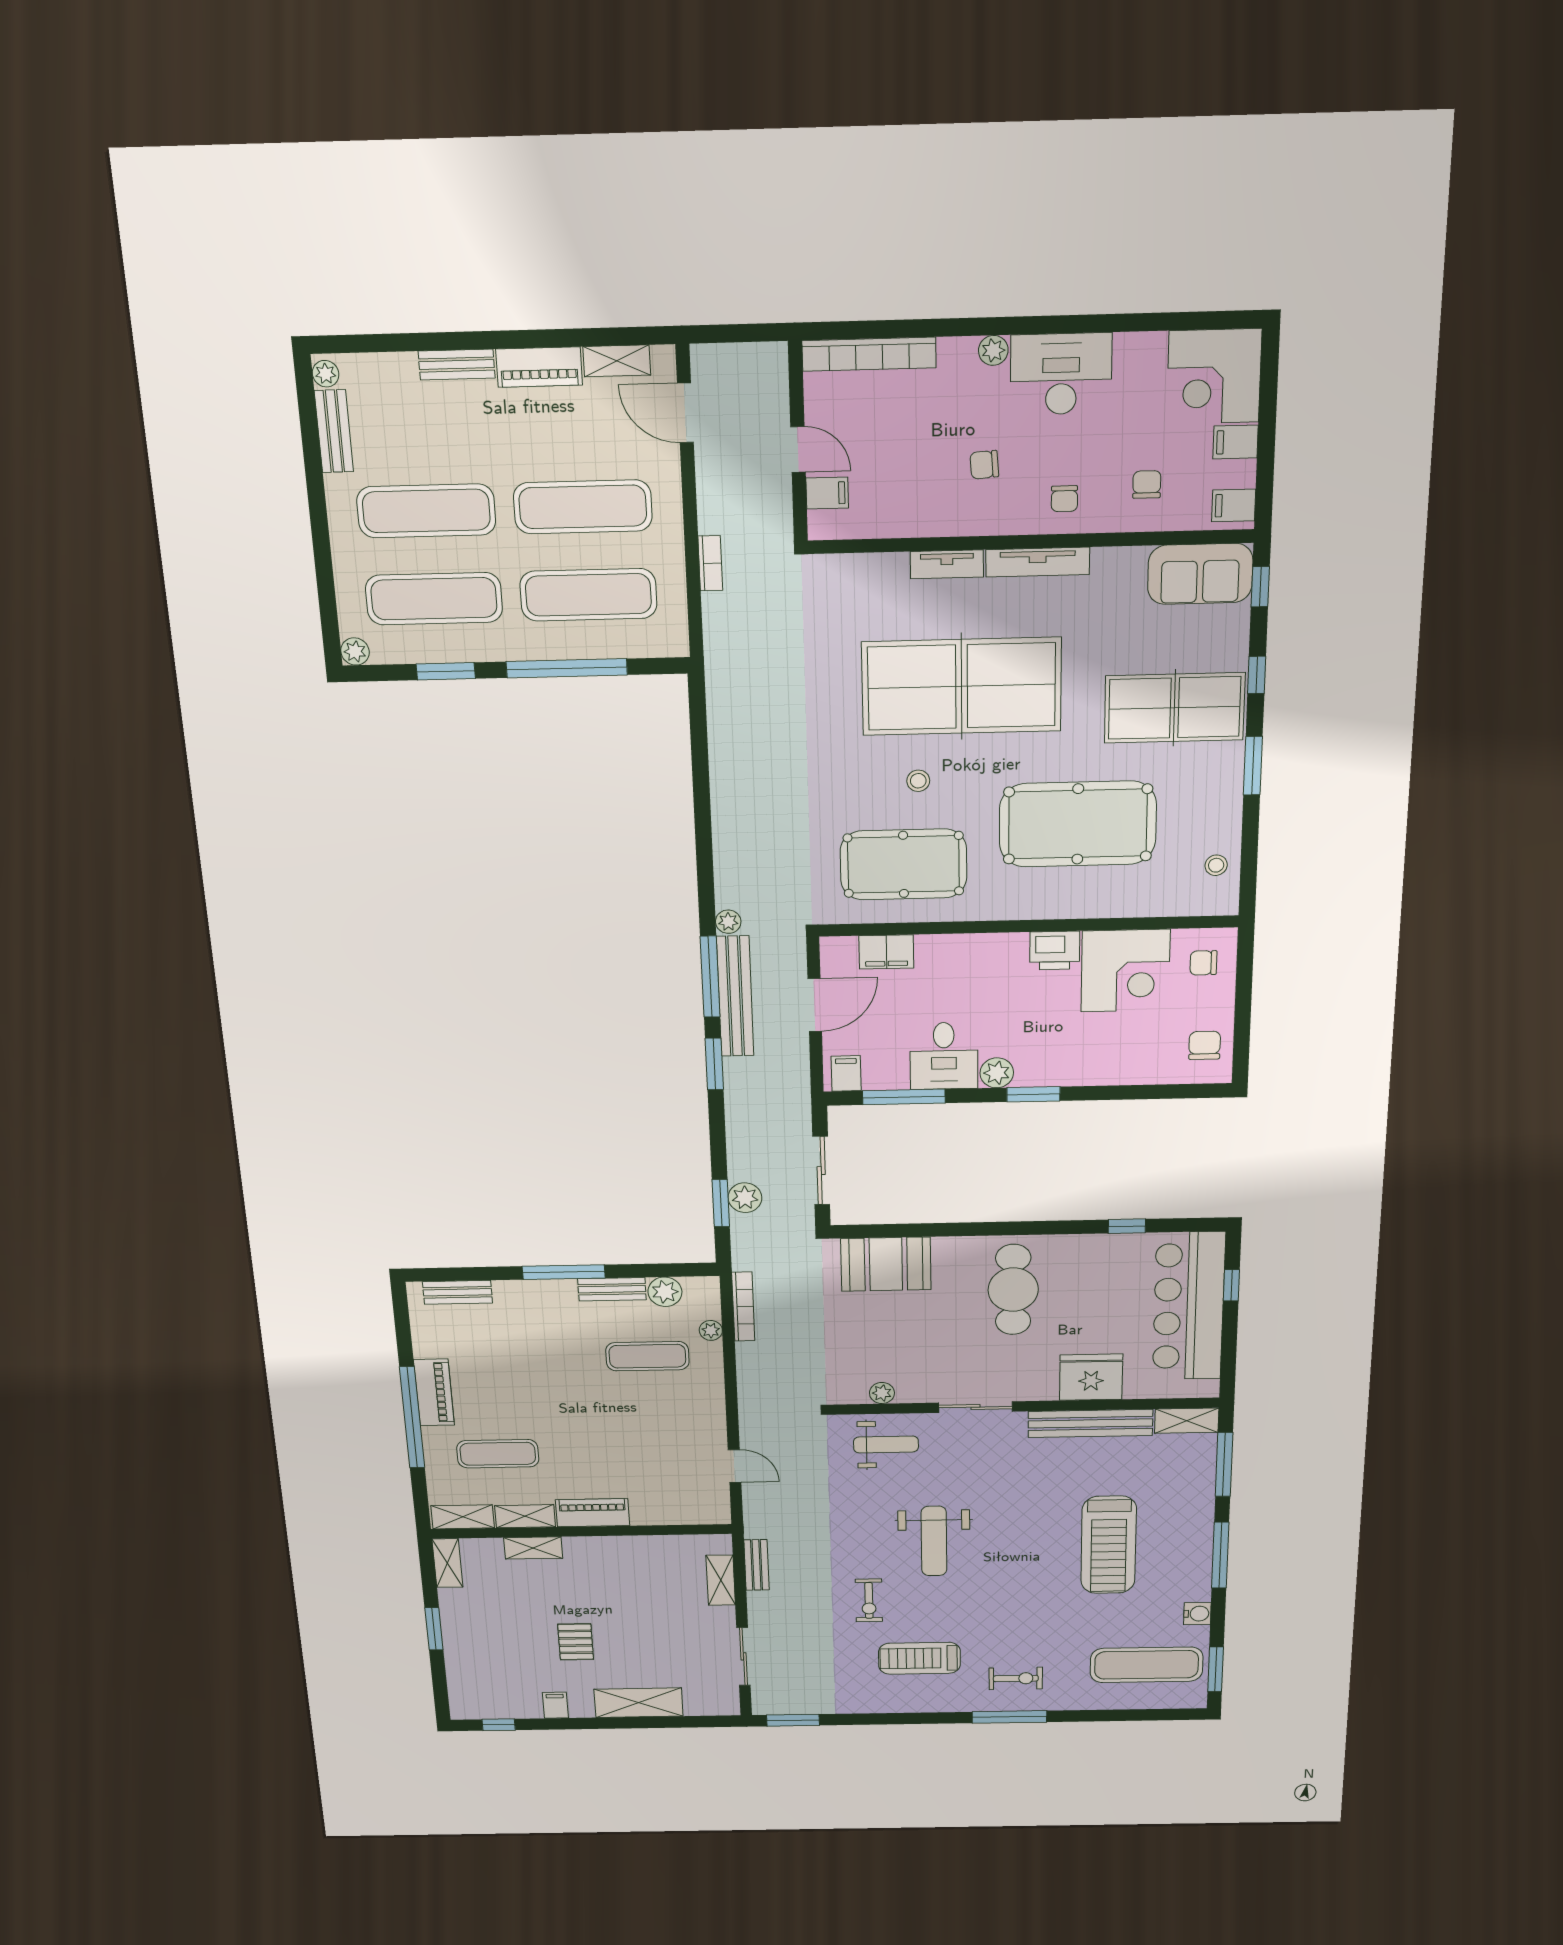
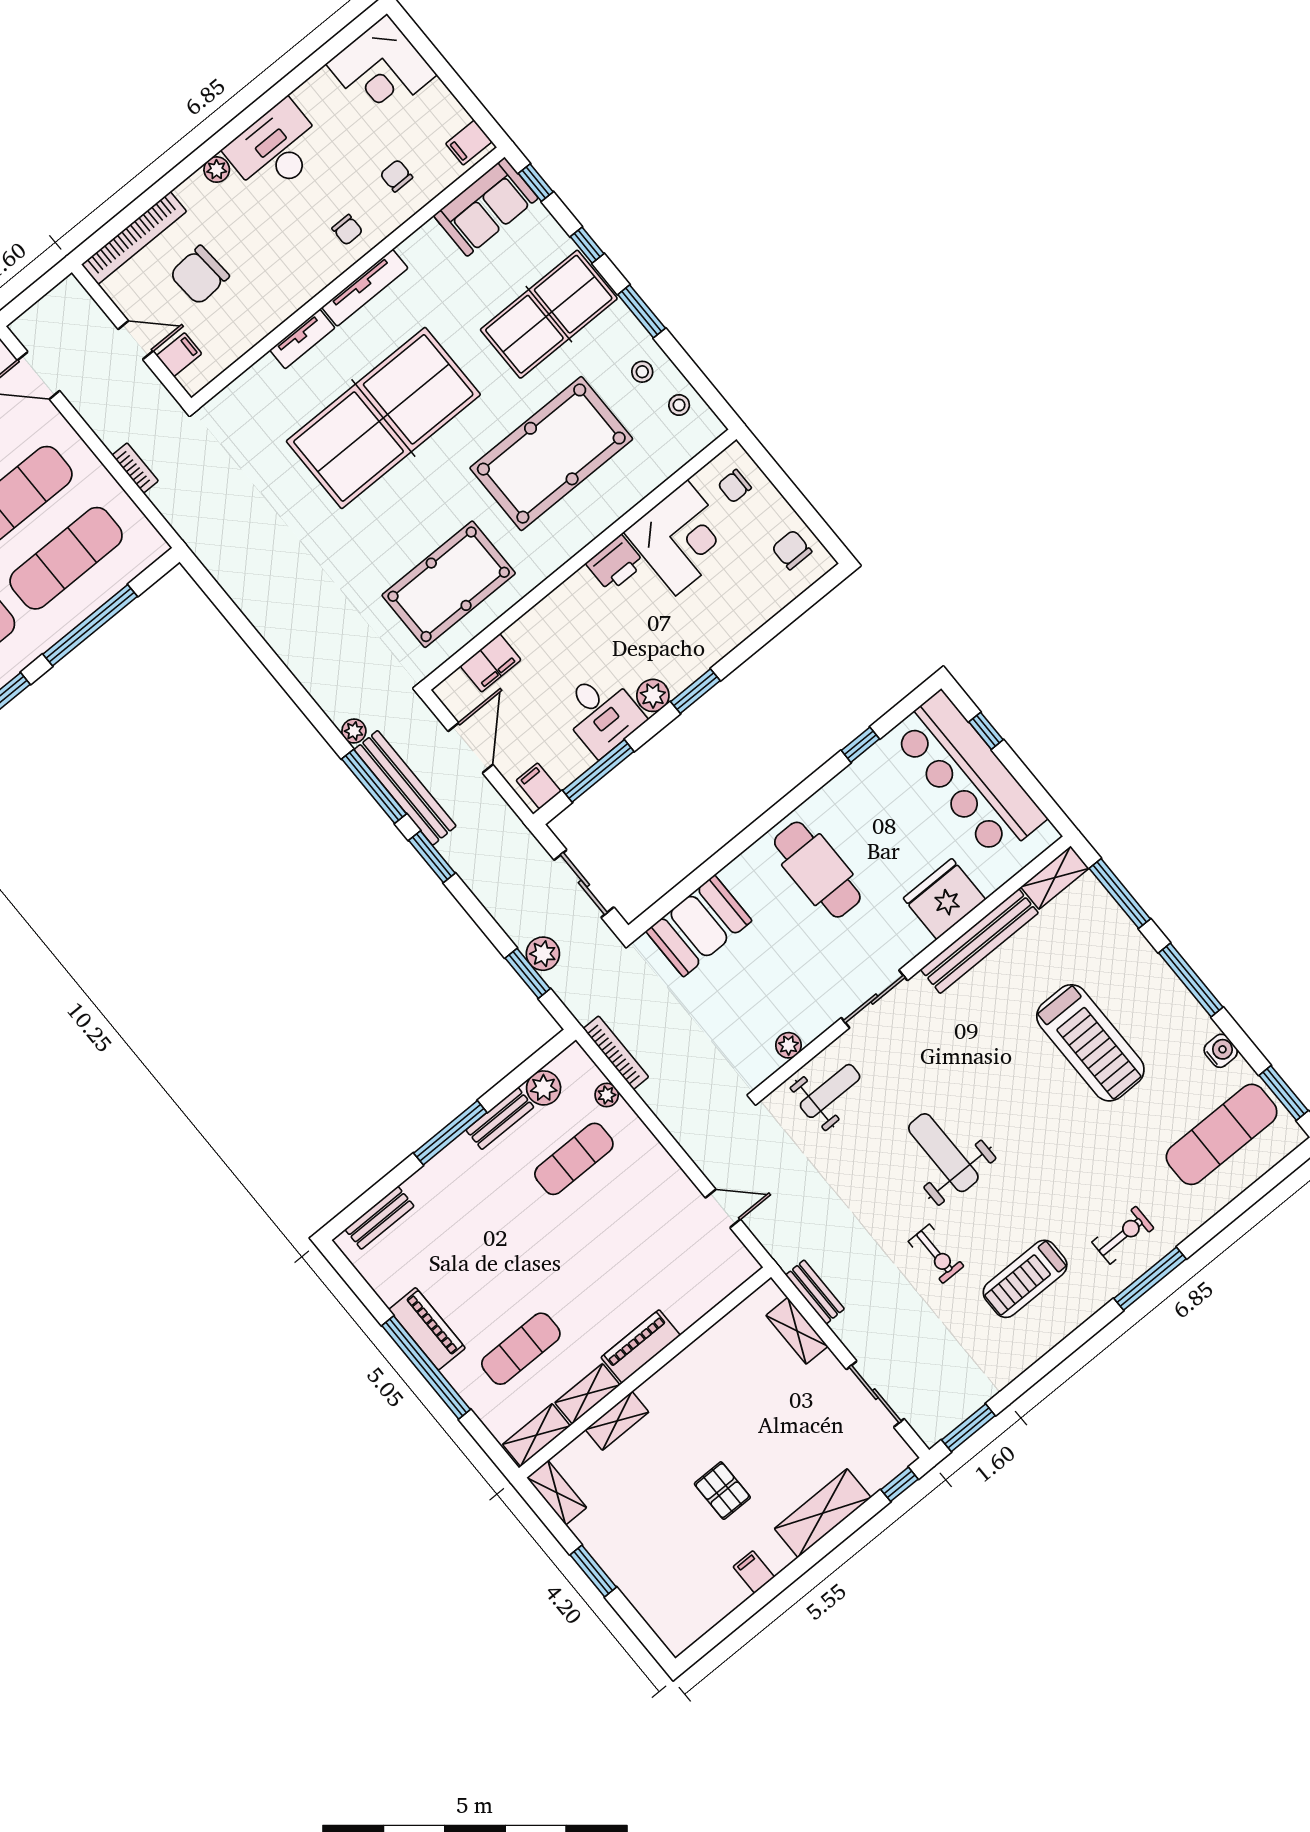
filing cabinet: (1236, 442) -> (433, 100), removed
chair: (984, 465) -> (199, 275), moved, width x1.87, depth x1.87
stool: (918, 781) -> (642, 372), moved
weight bench: (934, 1541) -> (943, 1153), turned 180
window: (499, 1725) -> (900, 1484), moved

